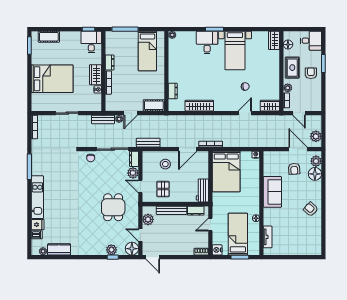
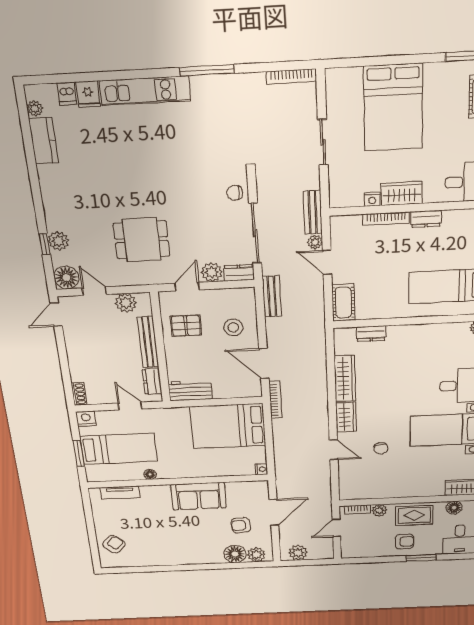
wardrobe: (270, 106) -> (346, 417), moved
door: (298, 149) -> (274, 512), moved
armchair: (311, 209) -> (114, 544), moved
door: (140, 235) -> (94, 291), hinge flipped

